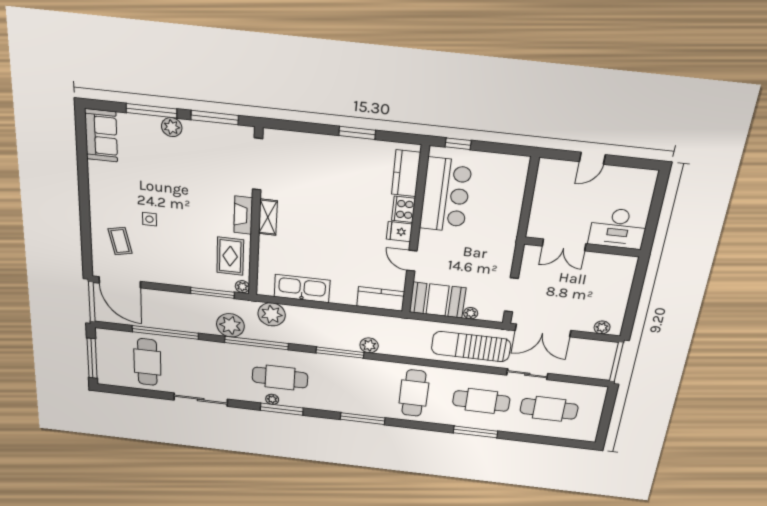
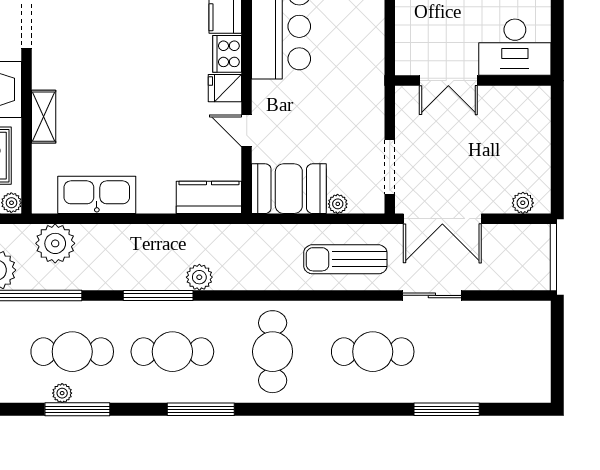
shelving: (268, 217) -> (44, 117), moved
sun lounger: (471, 347) -> (345, 259), width x0.73, depth x0.75
cafe table: (549, 409) -> (172, 352), moved
window: (476, 432) -> (447, 409), moved

